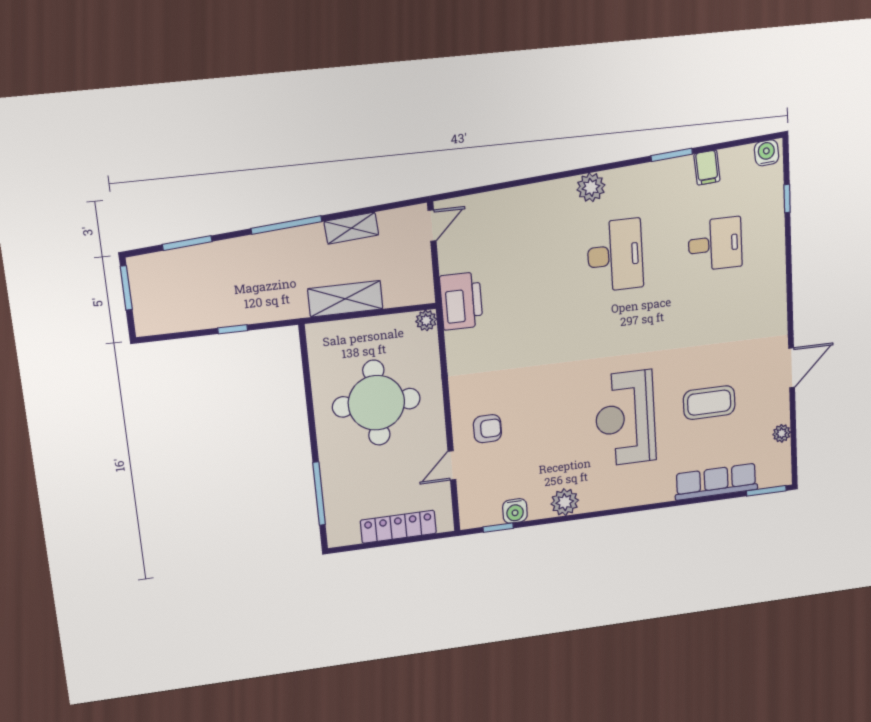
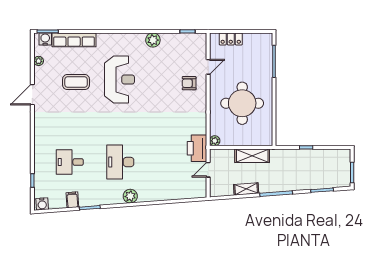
door: (432, 226) -> (208, 170), moved
water cooler: (515, 511) -> (45, 39), moved
locker: (398, 527) -> (231, 39), width x0.66

